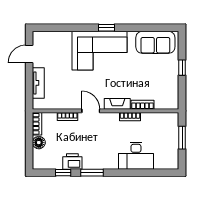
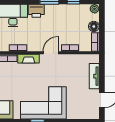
door: (91, 111) -> (51, 53), swing flipped
printer: (72, 161) -> (36, 11), moved
plant: (38, 164) -> (95, 9), added

